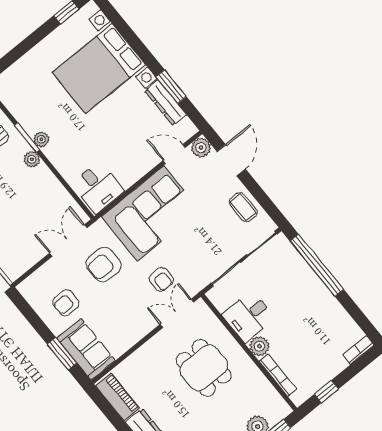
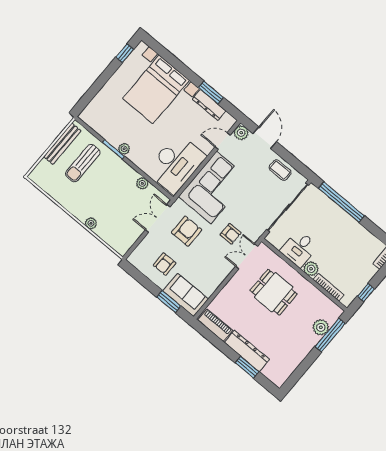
plant: (32, 159) -> (142, 183), moved
desk: (98, 187) -> (176, 164), width x1.87, depth x1.30
armchair: (104, 265) -> (187, 231), turned 180

